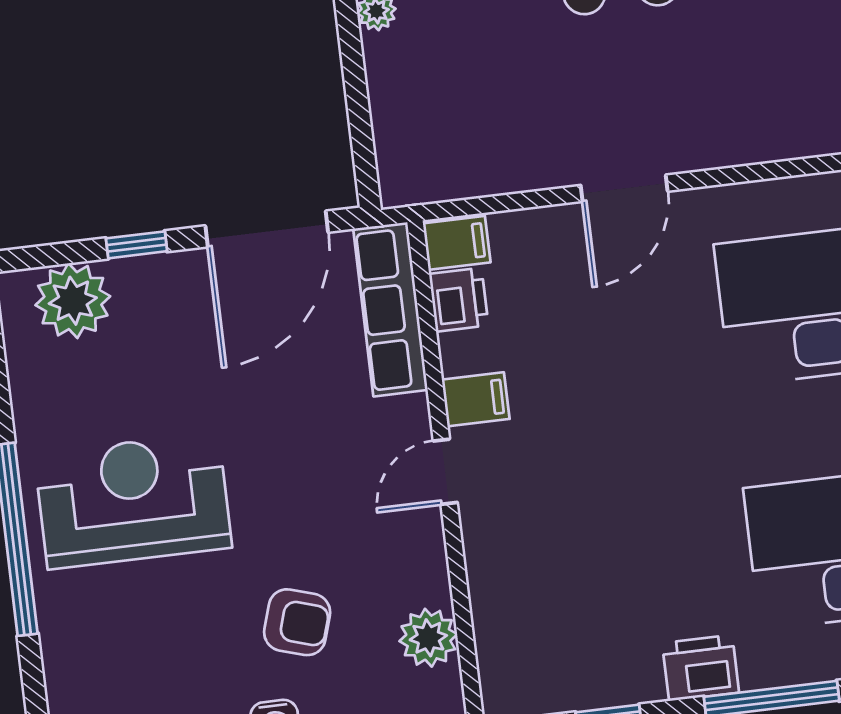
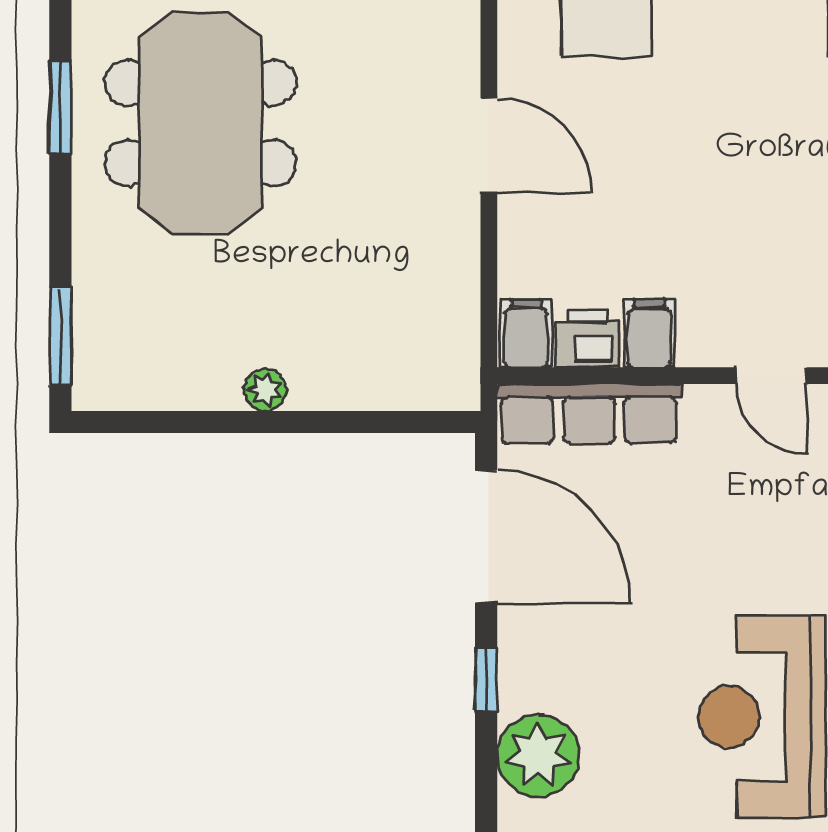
filing cabinet: (476, 399) -> (649, 333), moved

